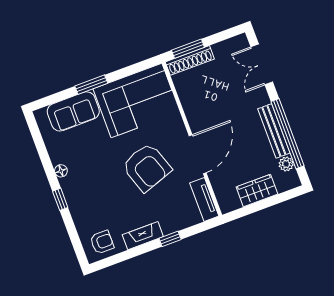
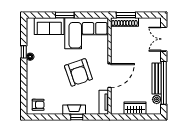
window: (60, 199) -> (24, 52), moved
fireplace: (143, 236) -> (74, 110), moved

